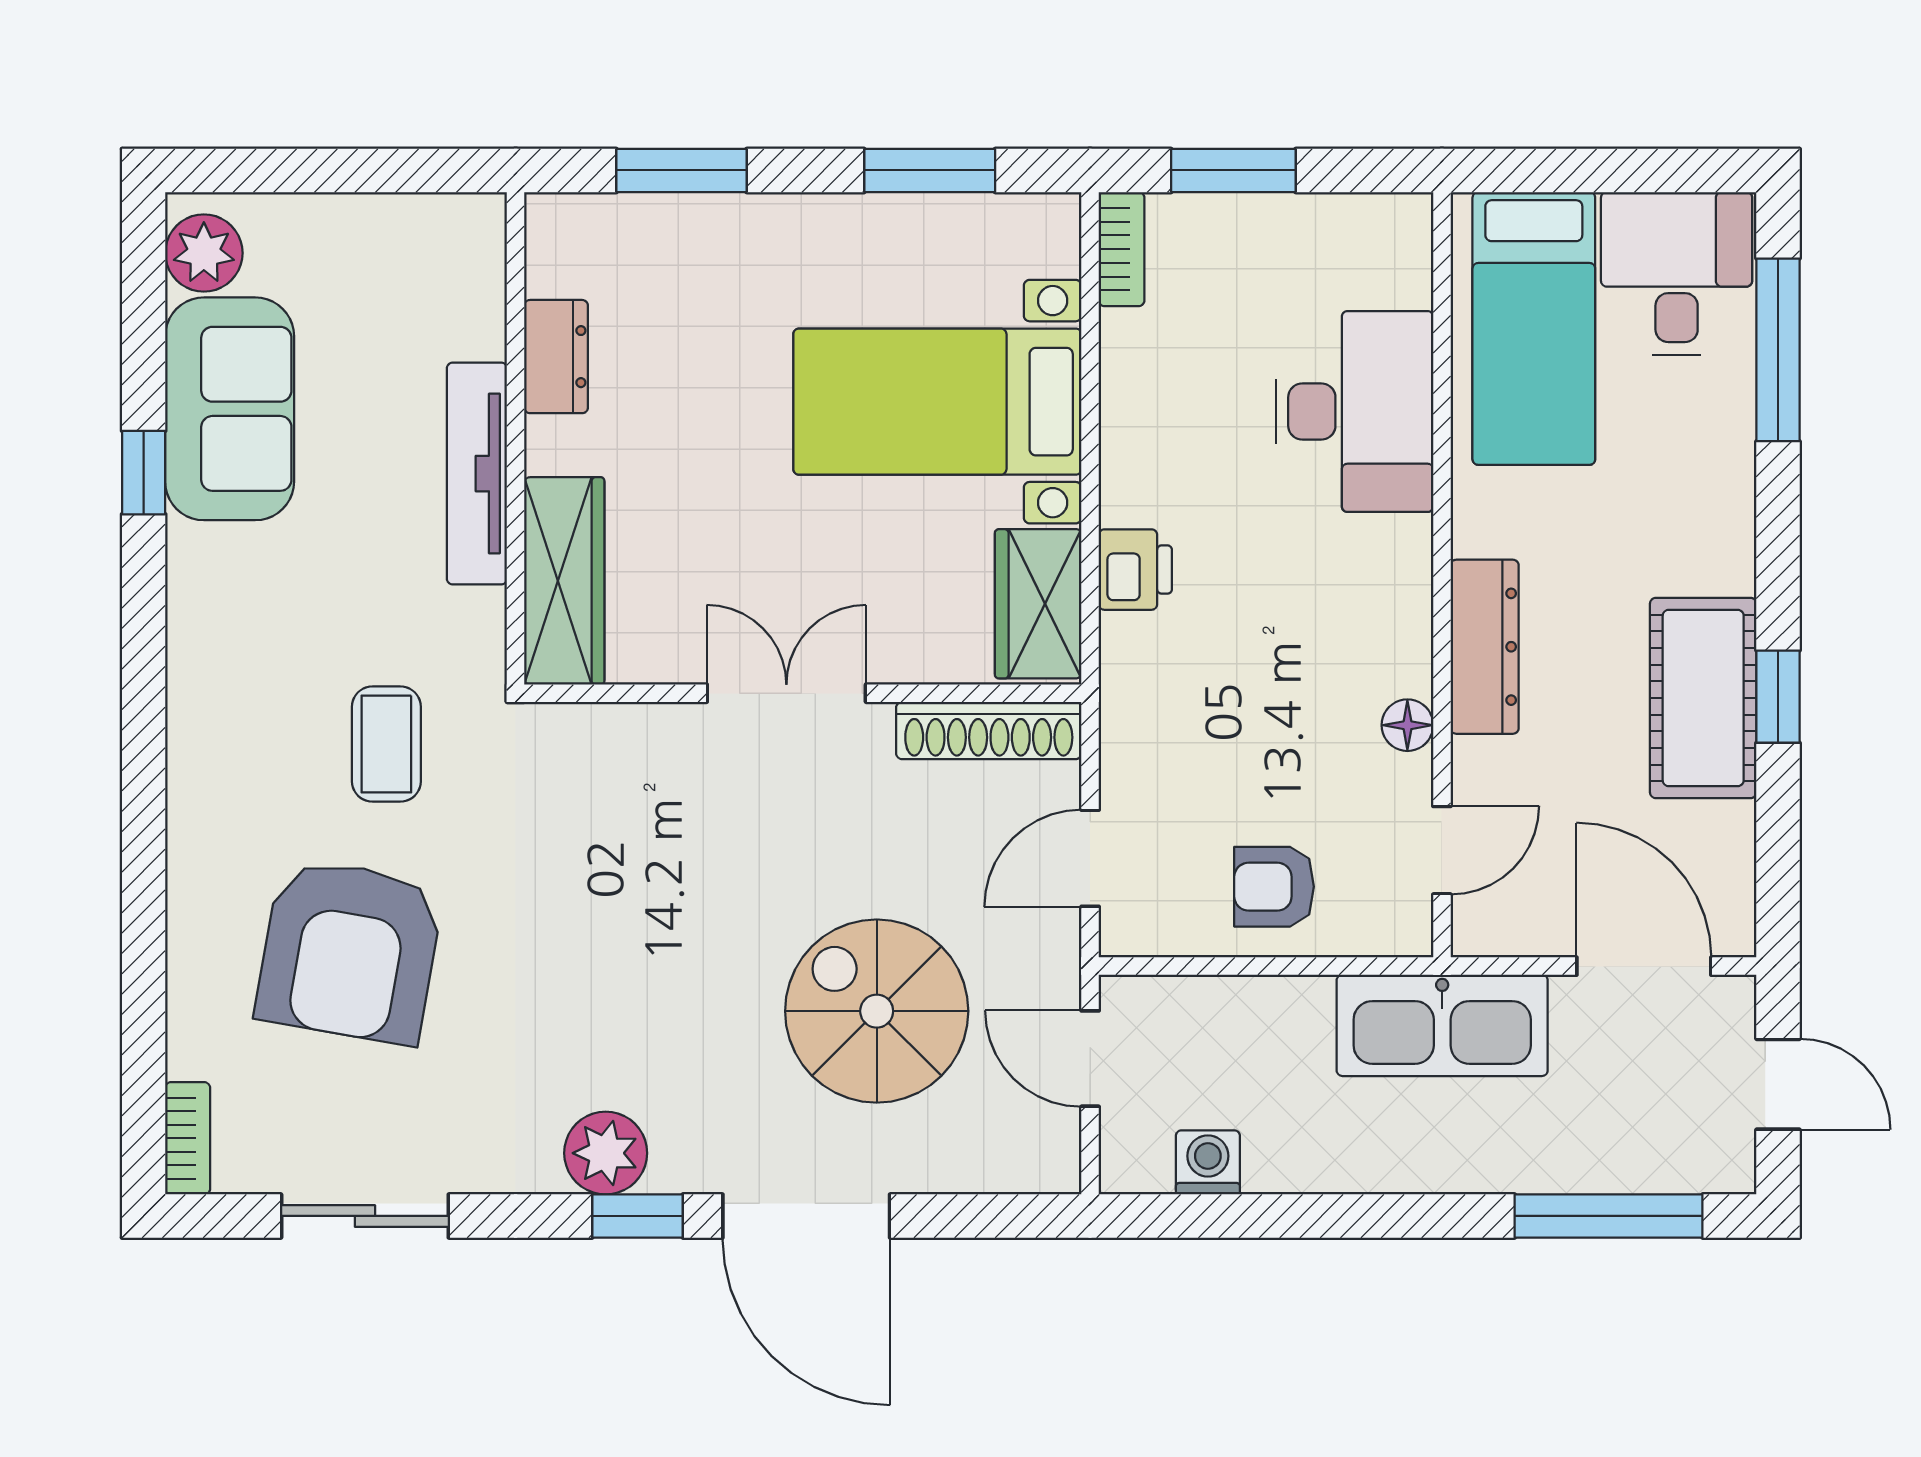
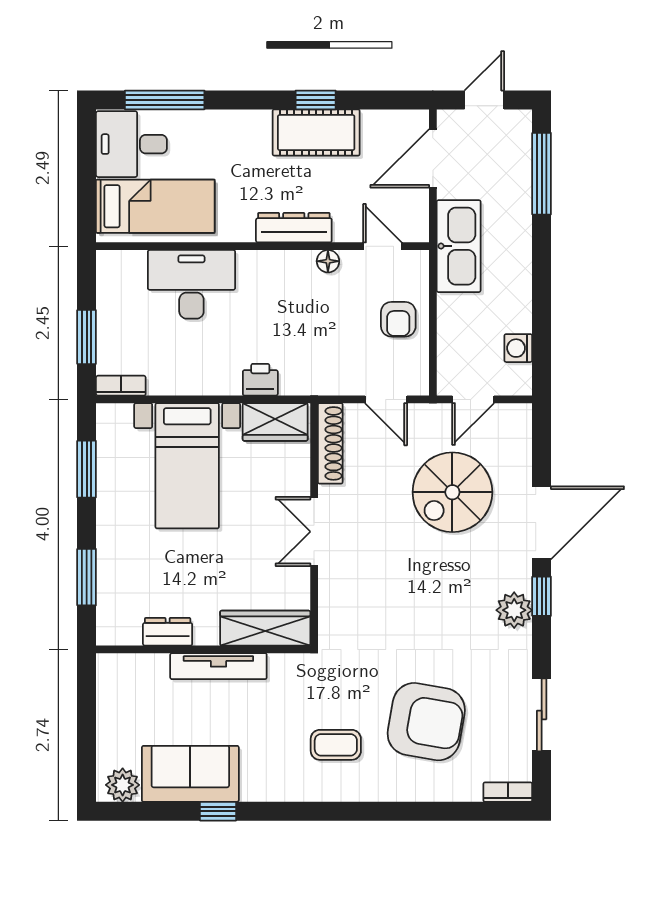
coffee table: (386, 744) -> (336, 745), moved

